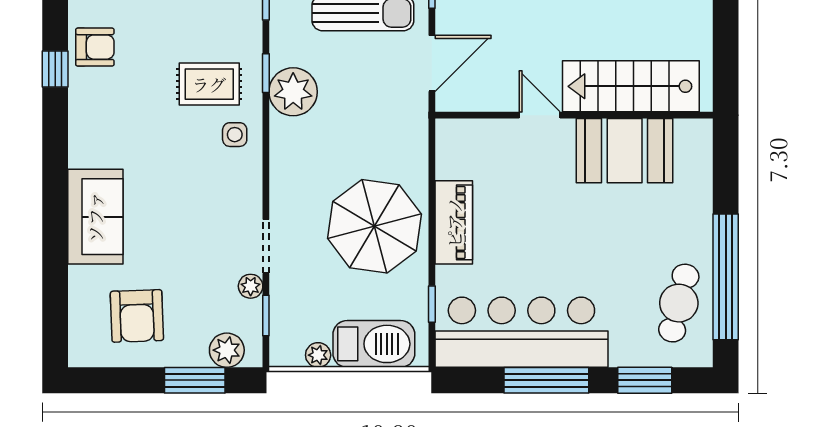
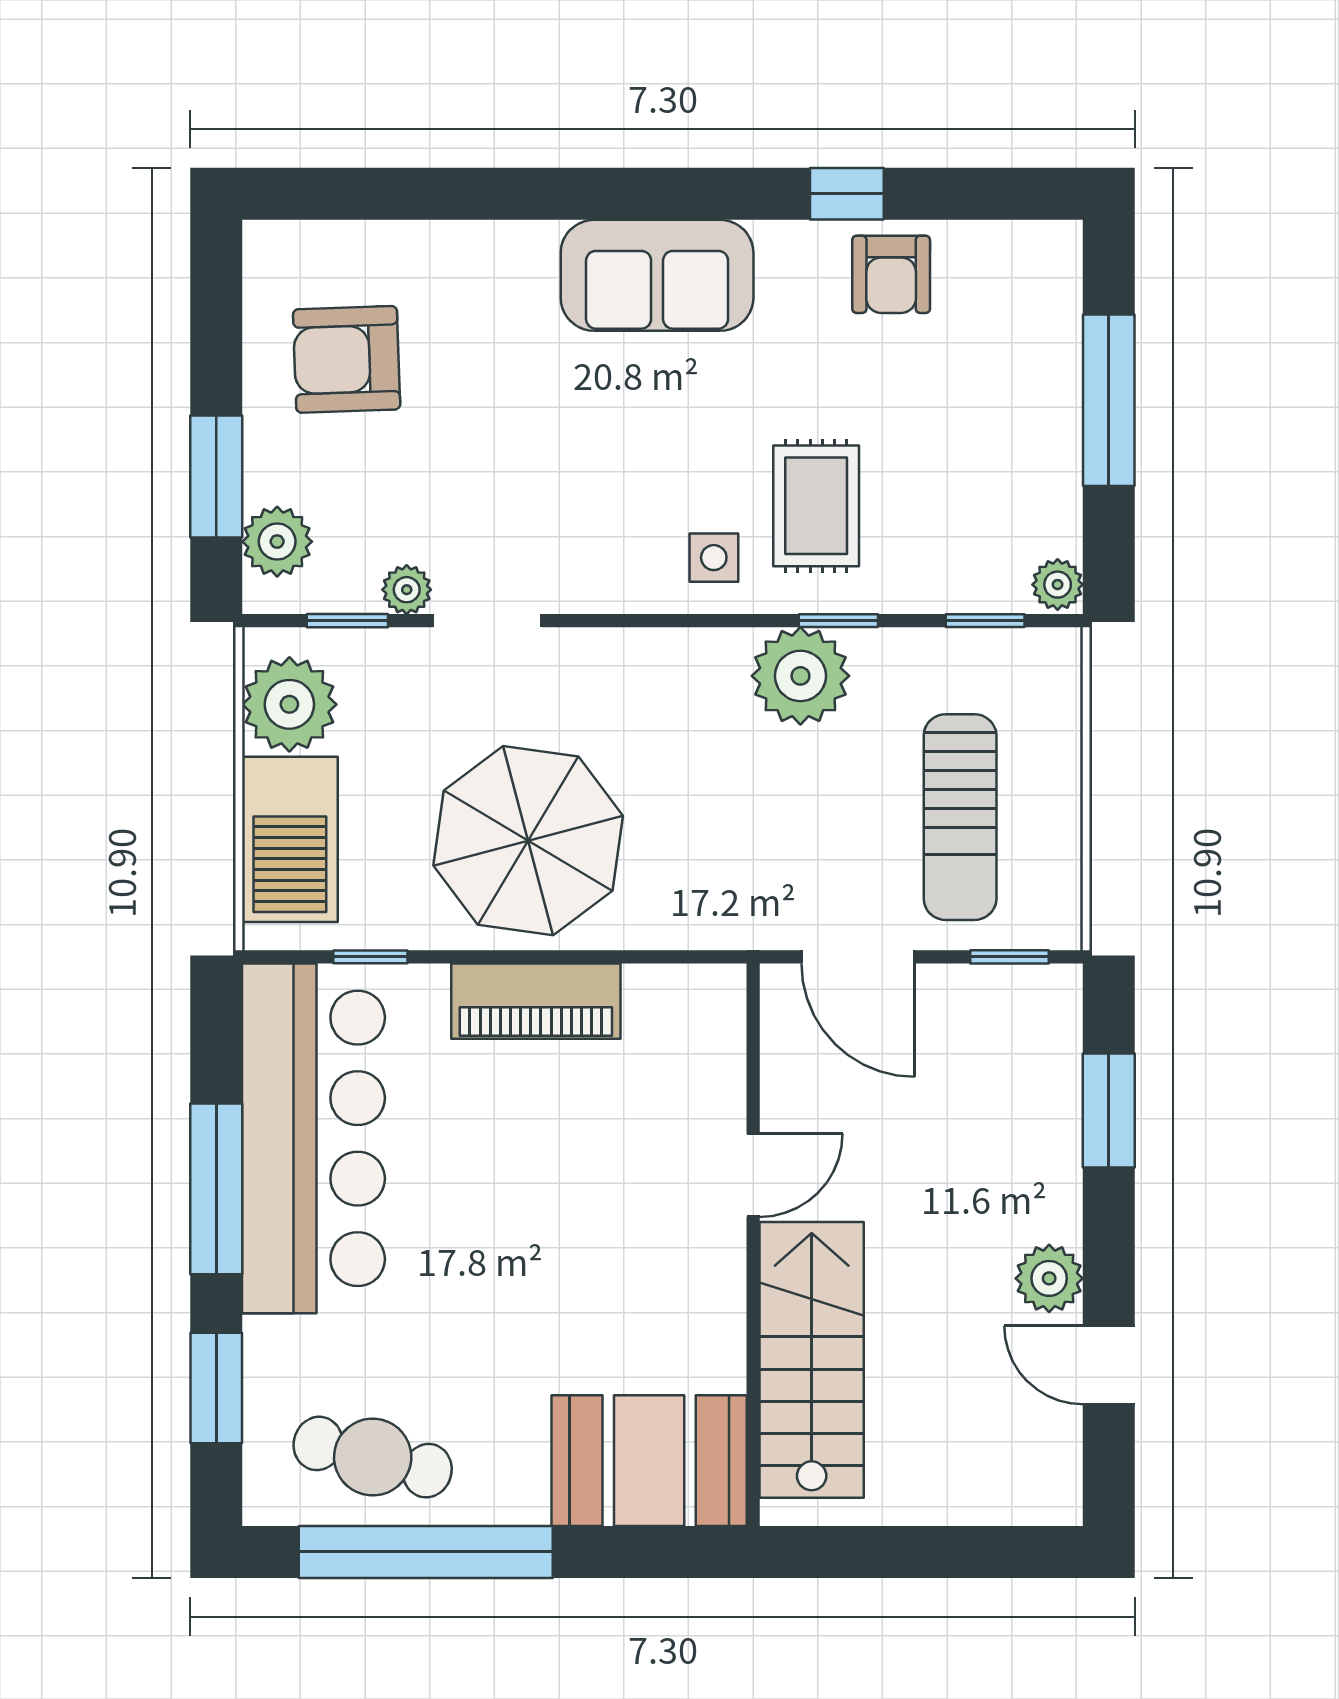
booth: (625, 151) -> (649, 1461), moved, turned 90
sofa: (95, 217) -> (657, 275), moved
plant: (318, 355) -> (289, 704), width x1.88, depth x1.88

